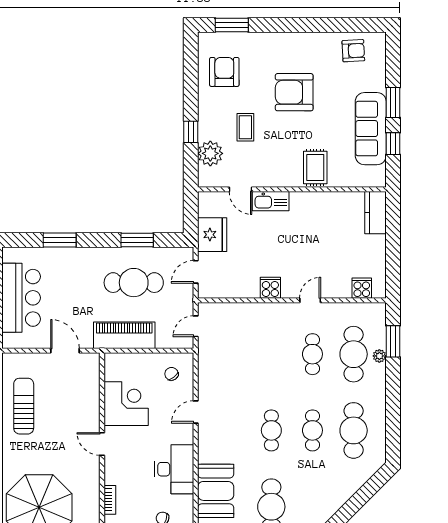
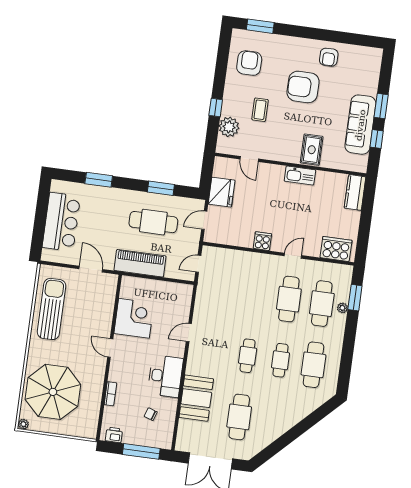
armchair: (353, 51) -> (329, 57), moved, turned 93
kitchen sink: (271, 201) -> (300, 176), moved
cooker: (362, 288) -> (336, 249), width x1.87, depth x1.31
cafe table: (312, 354) -> (289, 299), width x1.37, depth x1.35
chair: (171, 374) -> (174, 299), removed
sun lounger: (24, 406) -> (52, 309), width x1.36, depth x1.34

